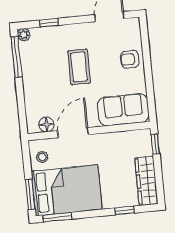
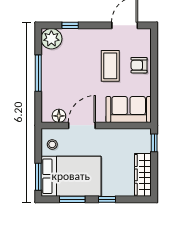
plant: (24, 35) -> (51, 39), width x1.87, depth x1.87
window: (16, 57) -> (38, 73), moved
coffee table: (79, 67) -> (110, 66), moved
window: (125, 210) -> (107, 199), moved
window: (57, 217) -> (72, 199), moved

